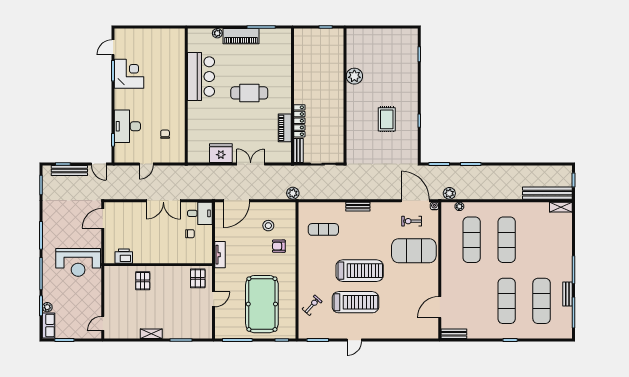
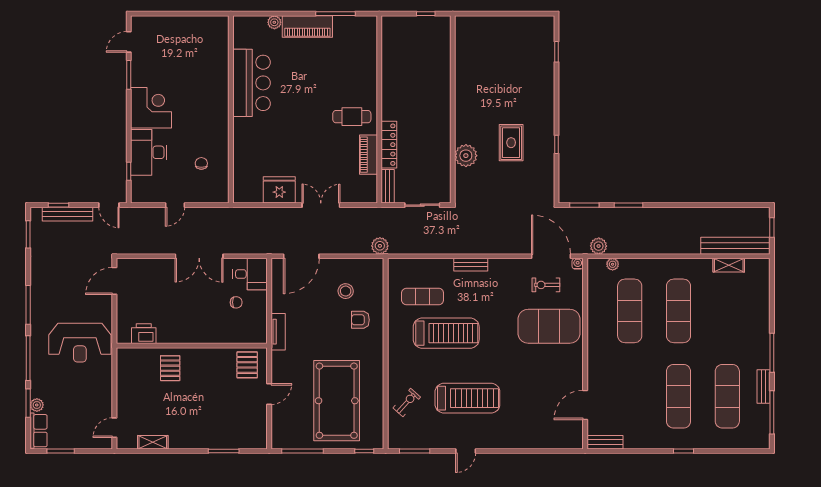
corner desk: (129, 74) -> (151, 108), moved
plant: (354, 76) -> (466, 156), moved
cafe table: (249, 93) -> (352, 117), moved, width x0.73, depth x0.74
shelving: (561, 207) -> (729, 265), moved
treadmill: (360, 271) -> (446, 333), moved
shelving: (151, 334) -> (153, 442), moved

